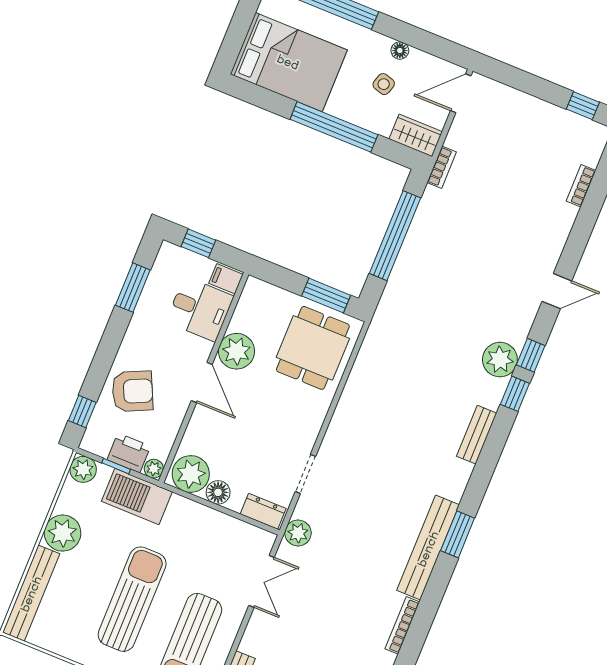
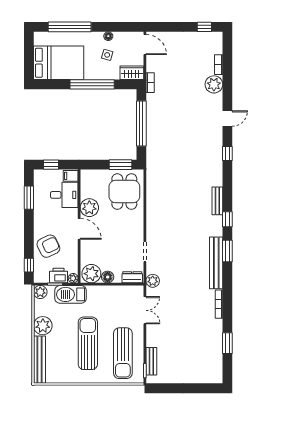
door: (461, 93) -> (145, 44), swing flipped
plant: (500, 360) -> (214, 84), moved
window: (515, 394) -> (227, 219), moved

